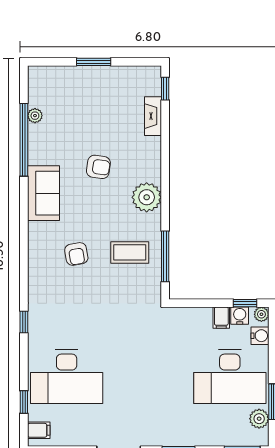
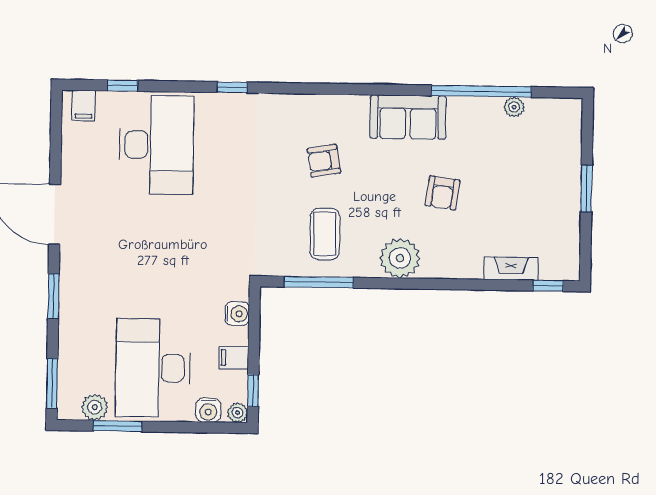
water cooler: (240, 316) -> (237, 314), moved
desk: (67, 377) -> (156, 145), turned 180

